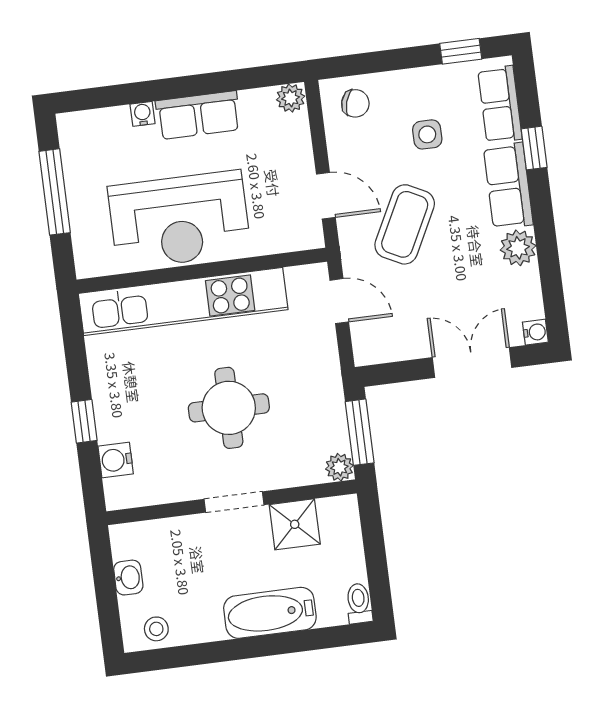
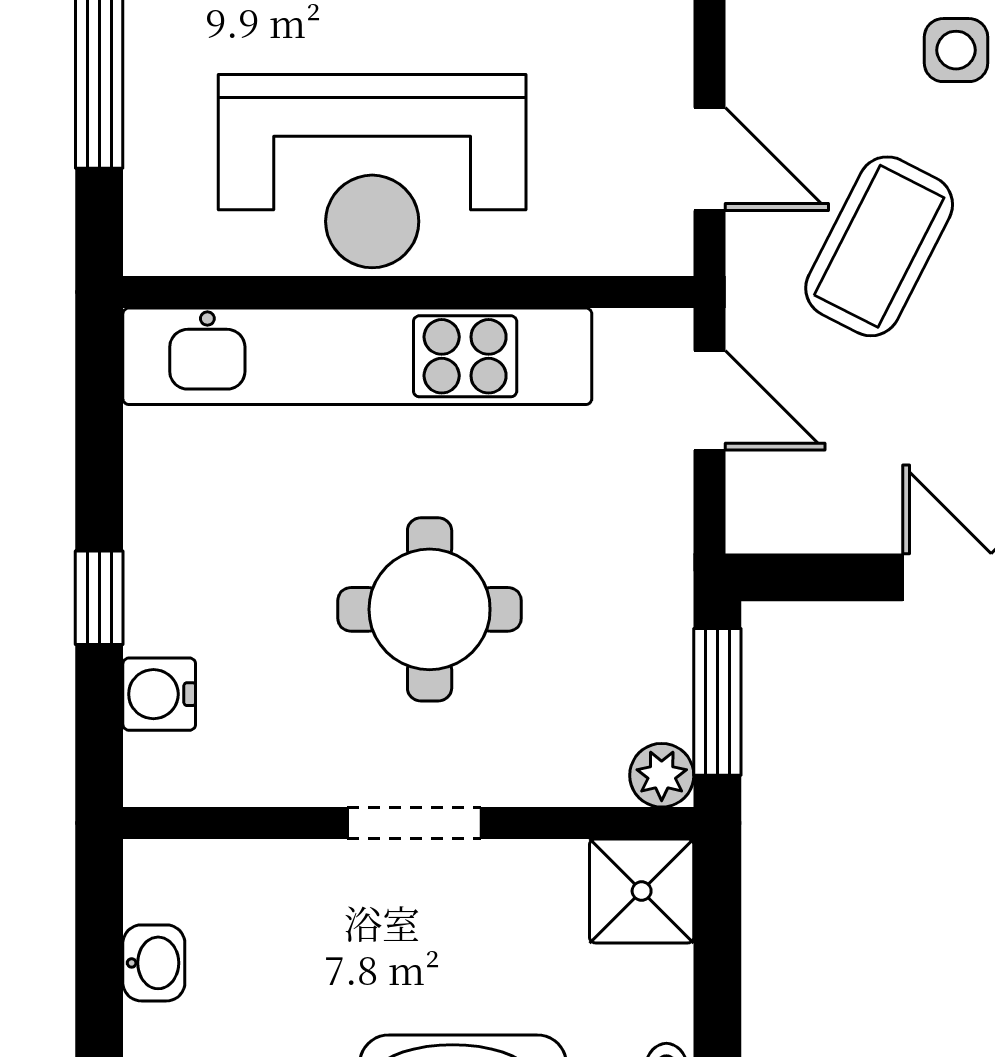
shower: (295, 524) -> (642, 891), moved

